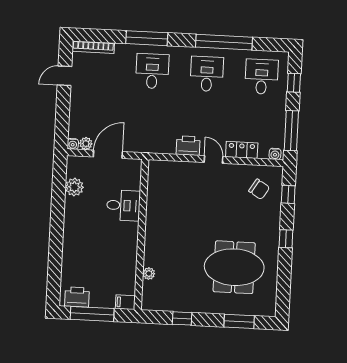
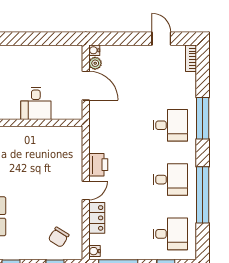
bookcase: (93, 47) -> (191, 58), width x0.64
plant: (74, 187) -> (52, 54), removed

